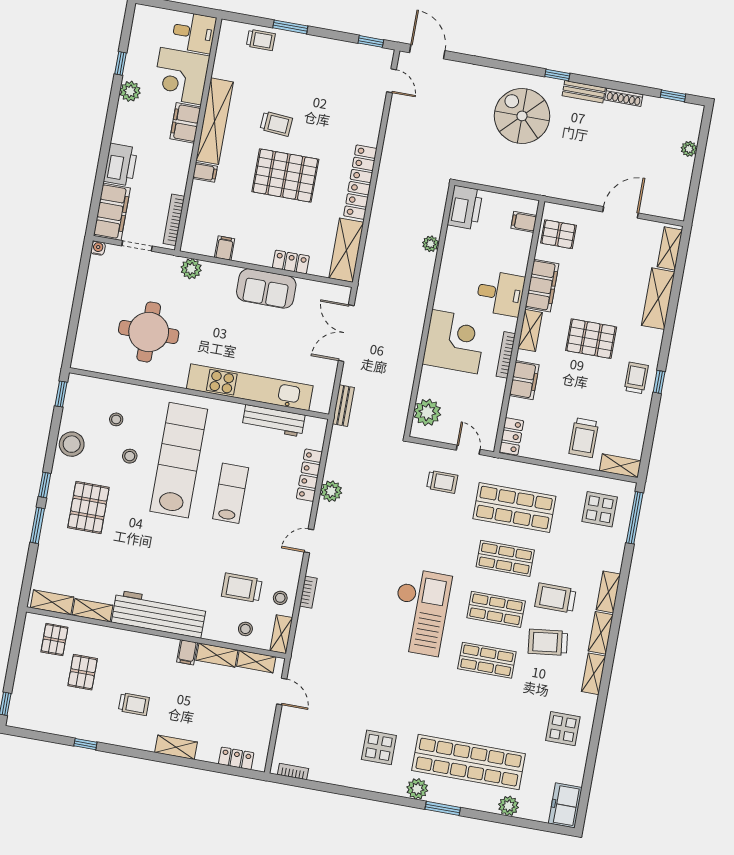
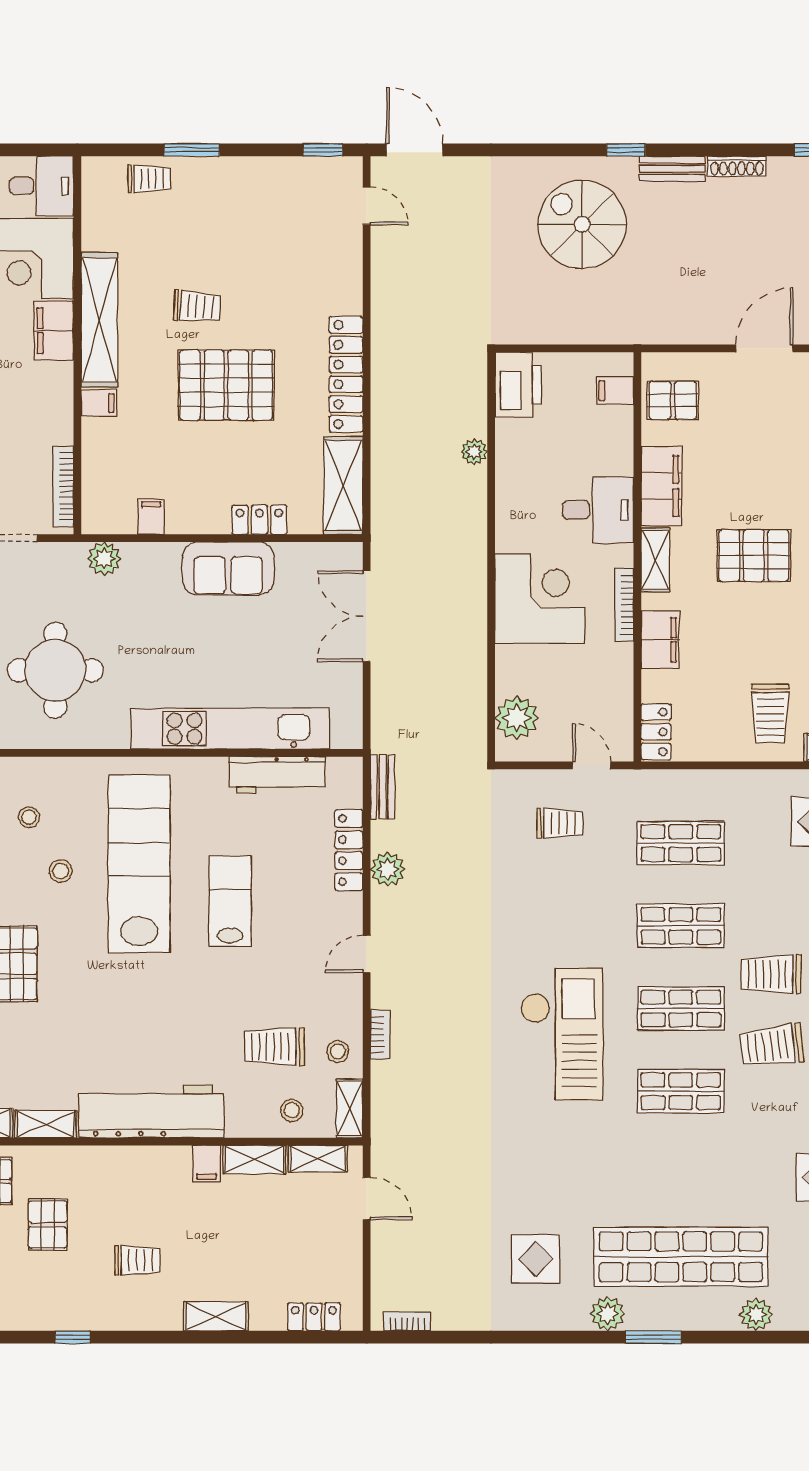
bench: (343, 406) -> (383, 787), moved
shop shelf: (514, 508) -> (681, 843), width x0.70, depth x0.74

